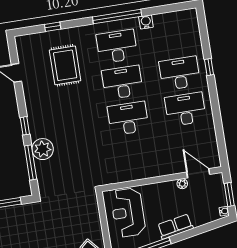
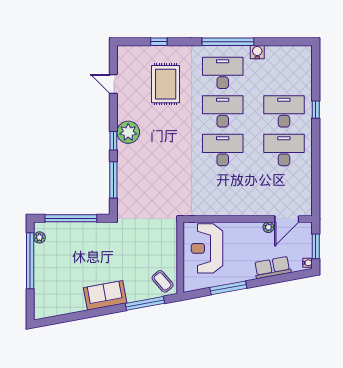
plant: (43, 149) -> (128, 132), moved
door: (198, 173) -> (287, 219), swing flipped
row of seats: (175, 227) -> (272, 268), moved

